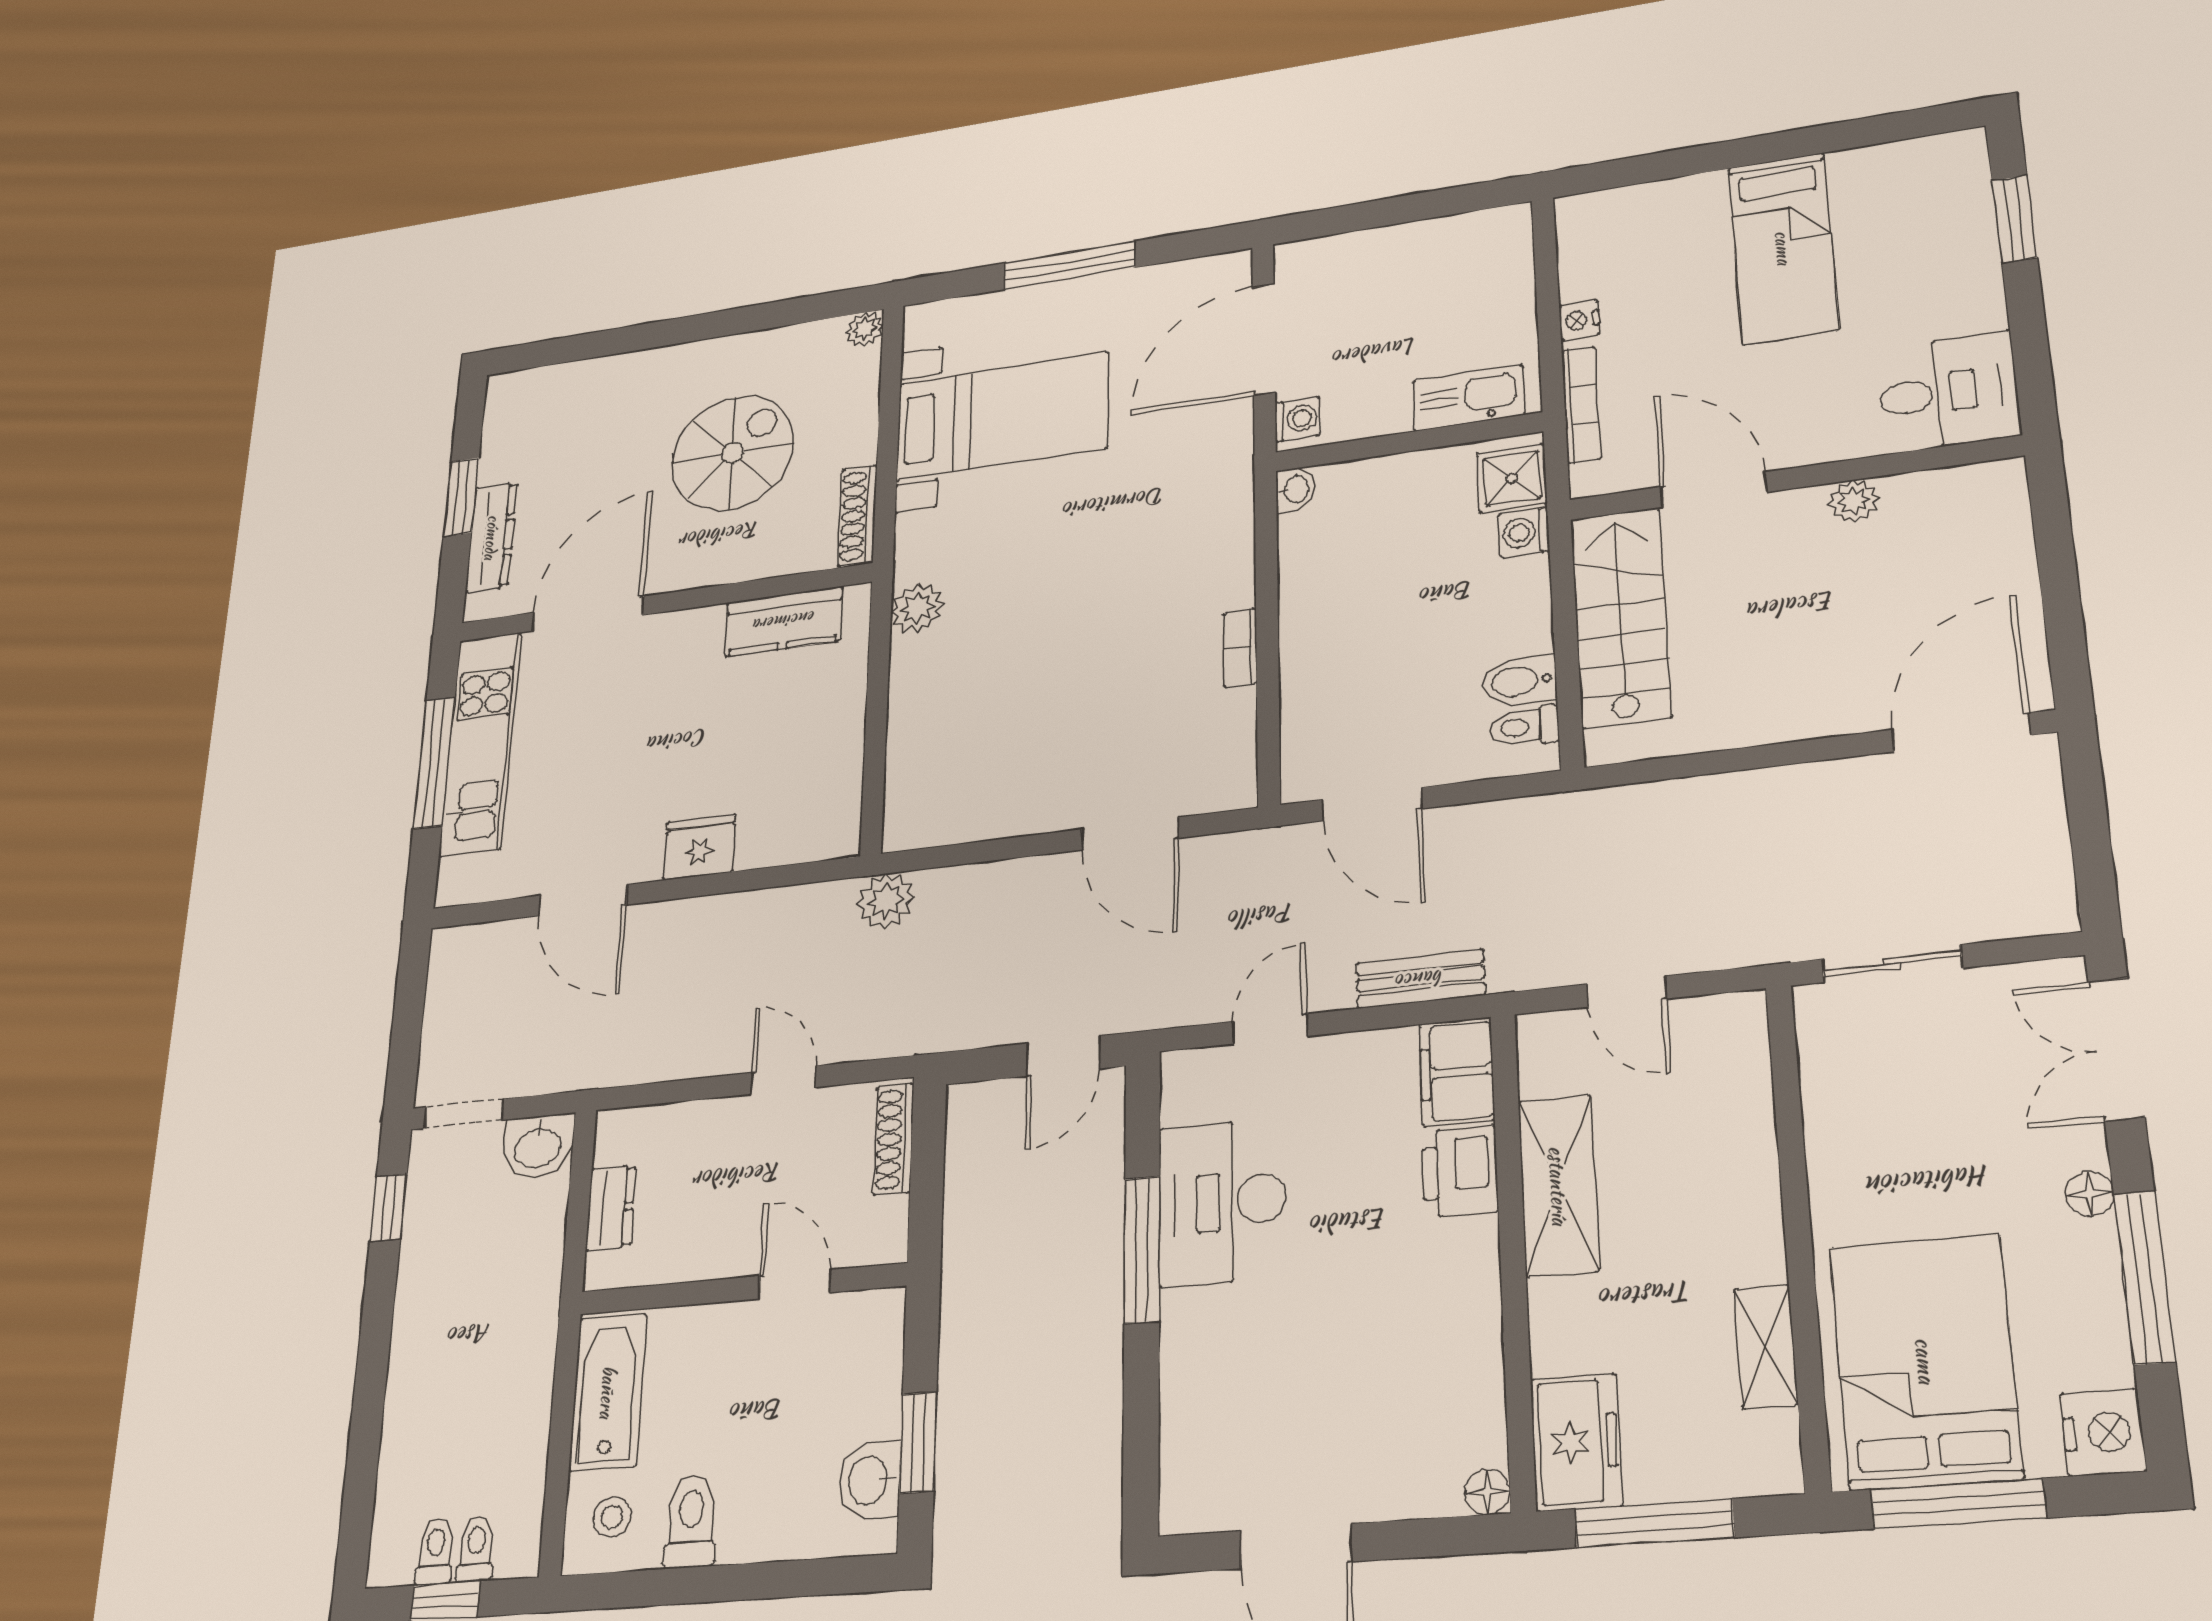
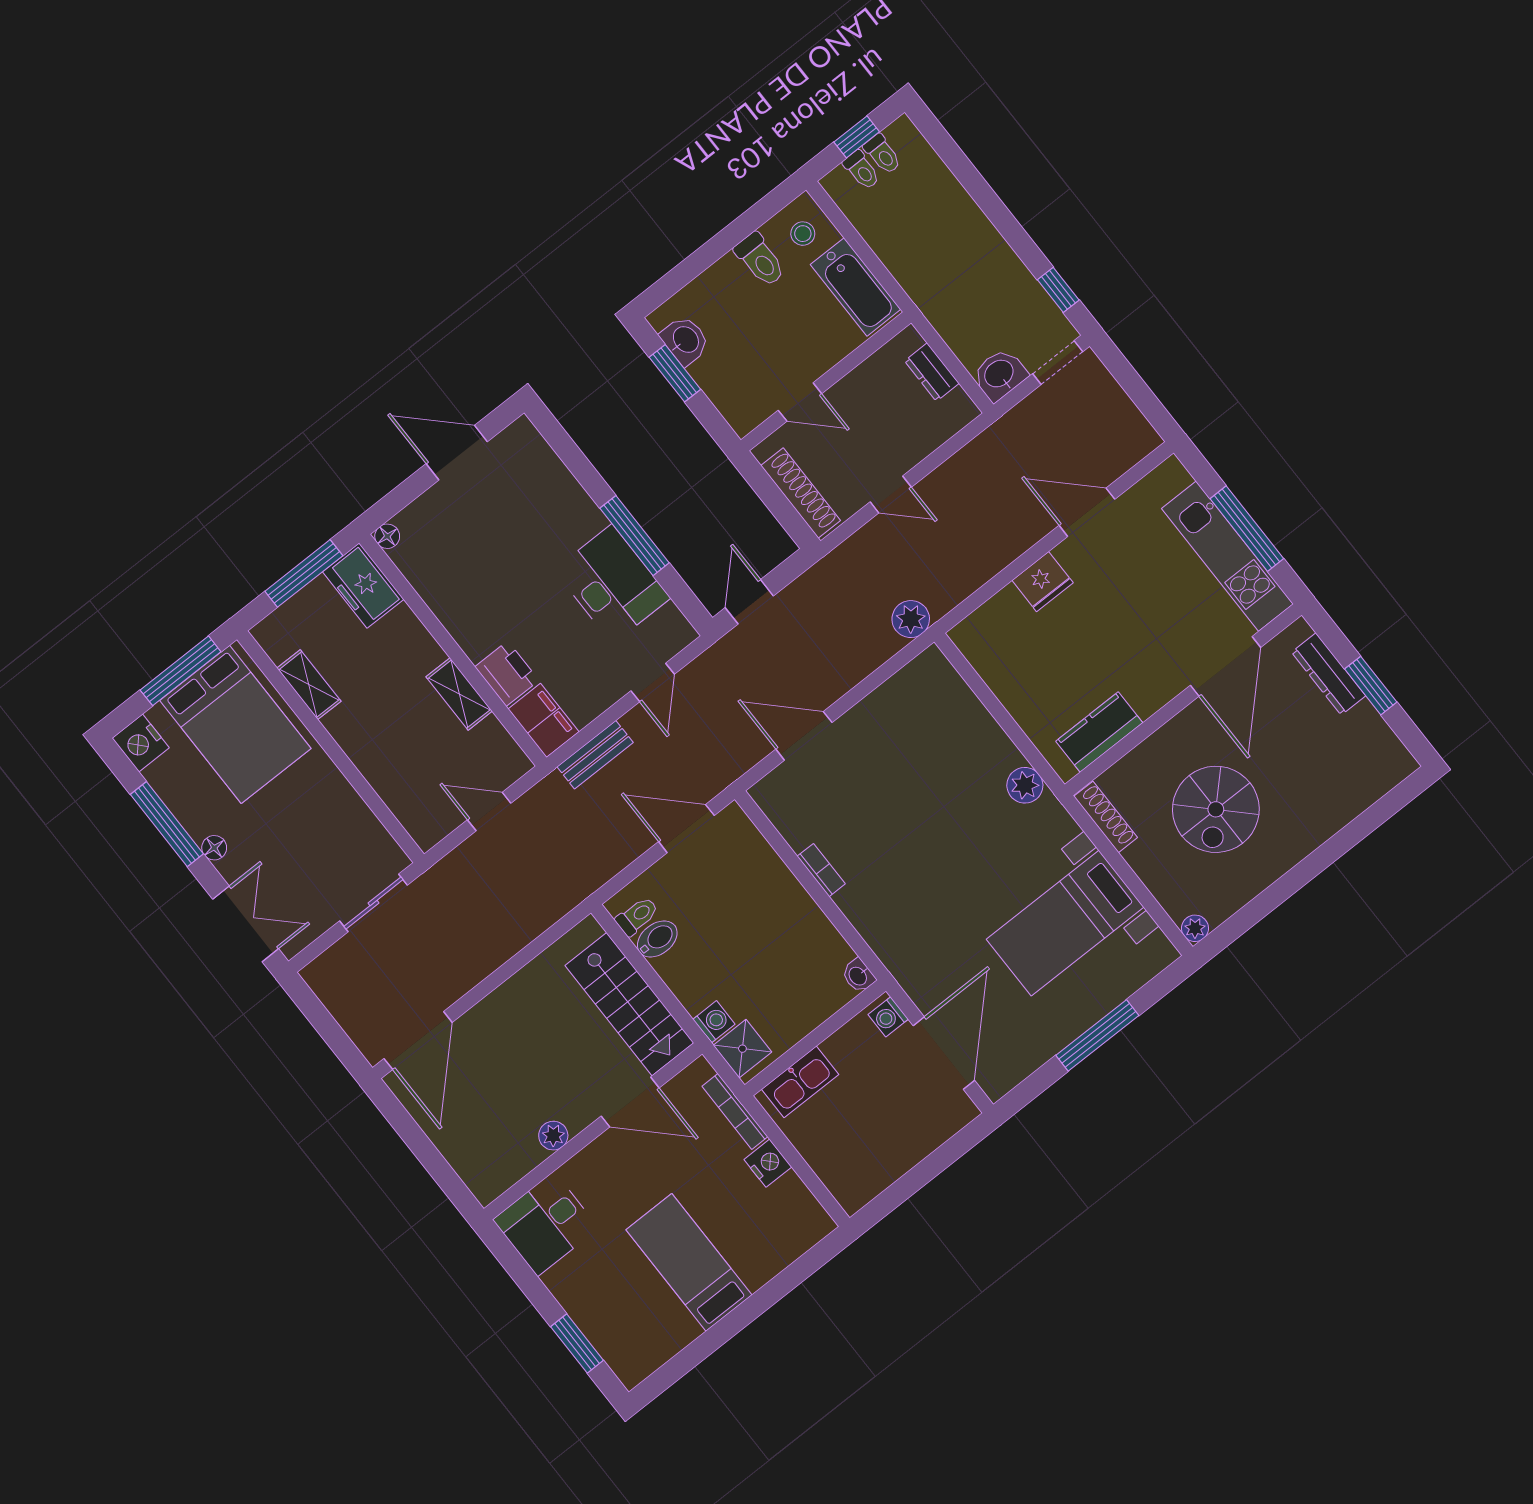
nightstand: (1579, 320) -> (768, 1163), width x1.39, depth x1.35
shoe rack: (894, 1139) -> (801, 493), width x1.36, depth x1.24
shelving: (1558, 1186) -> (459, 694), width x0.67, depth x0.75

